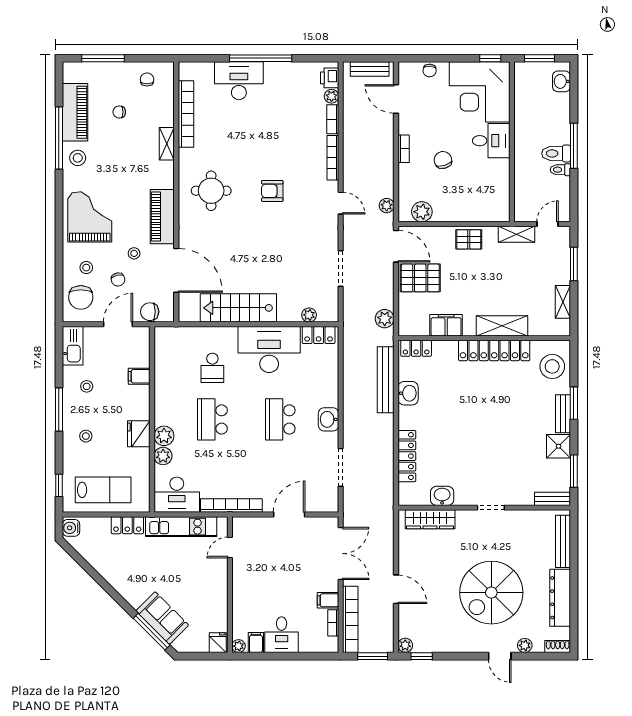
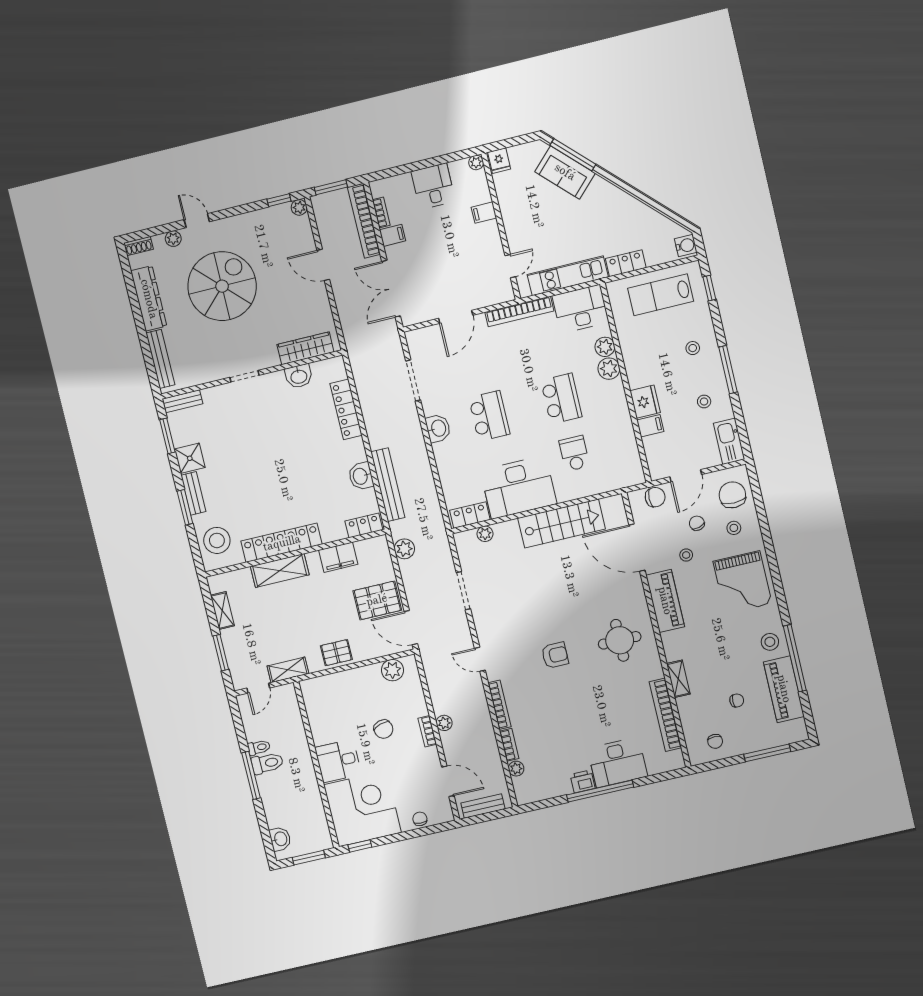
printer: (330, 78) -> (583, 781), moved, turned -90
plant: (387, 206) -> (444, 723), moved
fridge: (139, 434) -> (645, 402), moved
filing cabinet: (256, 643) -> (484, 213), moved, turned 90

